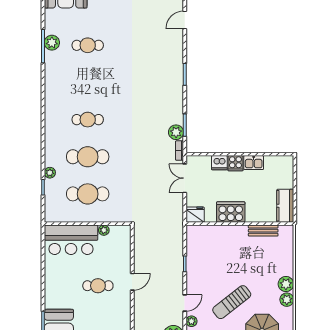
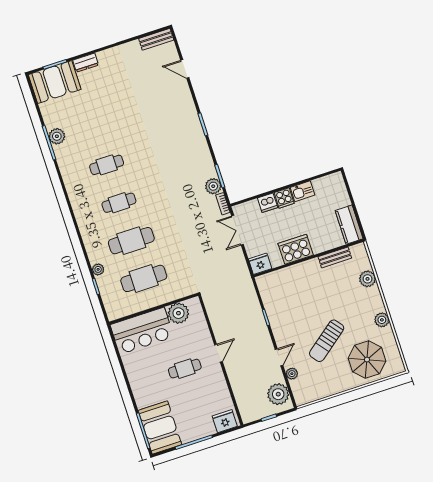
door: (185, 20) -> (185, 69), hinge flipped
cafe table: (88, 45) -> (107, 165), moved
plant: (104, 230) -> (178, 313), width x1.88, depth x1.88
plant: (286, 284) -> (368, 279), moved

